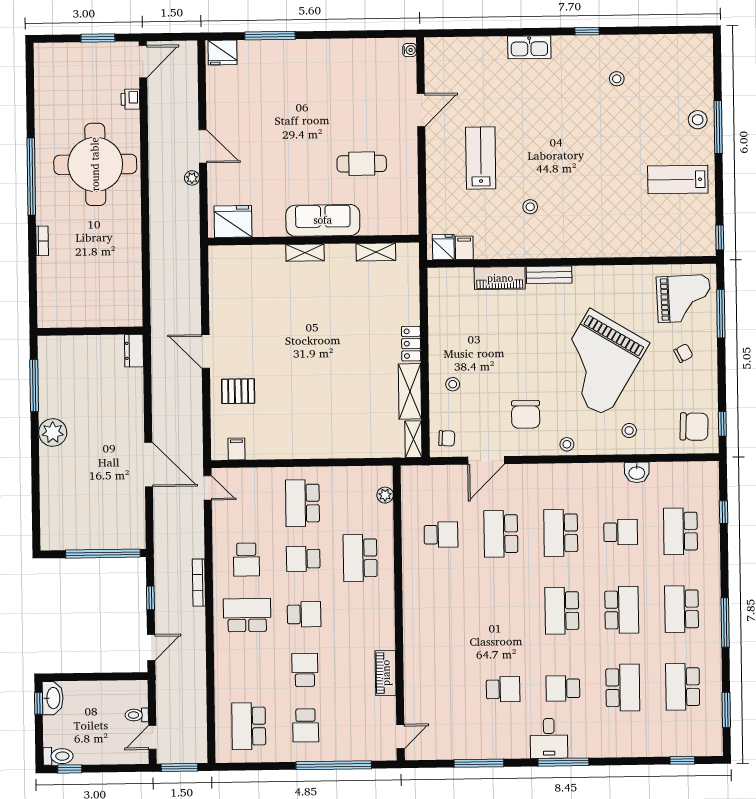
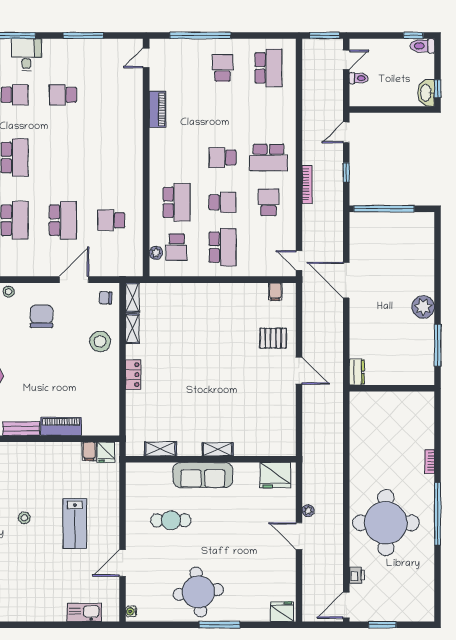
window: (270, 36) -> (219, 625), moved
kitchen sink: (529, 47) -> (84, 612), moved
round table: (327, 75) -> (198, 592), added
stool: (530, 207) -> (24, 518), moved
stool: (453, 384) -> (100, 341), width x1.89, depth x1.89
shelving: (410, 391) -> (132, 329), width x0.67, depth x0.75
school desk: (305, 670) -> (177, 247), moved

